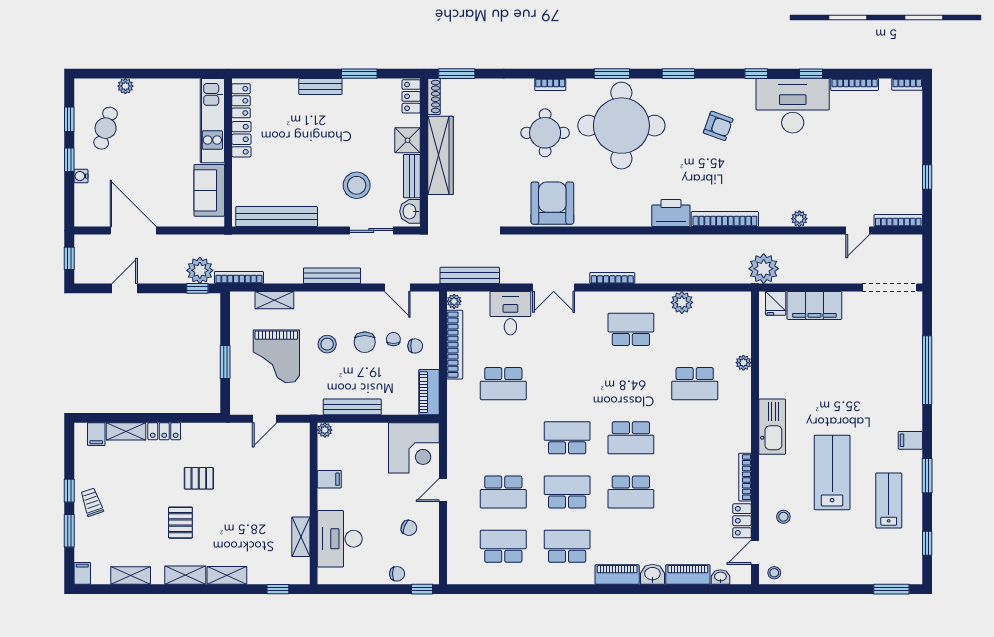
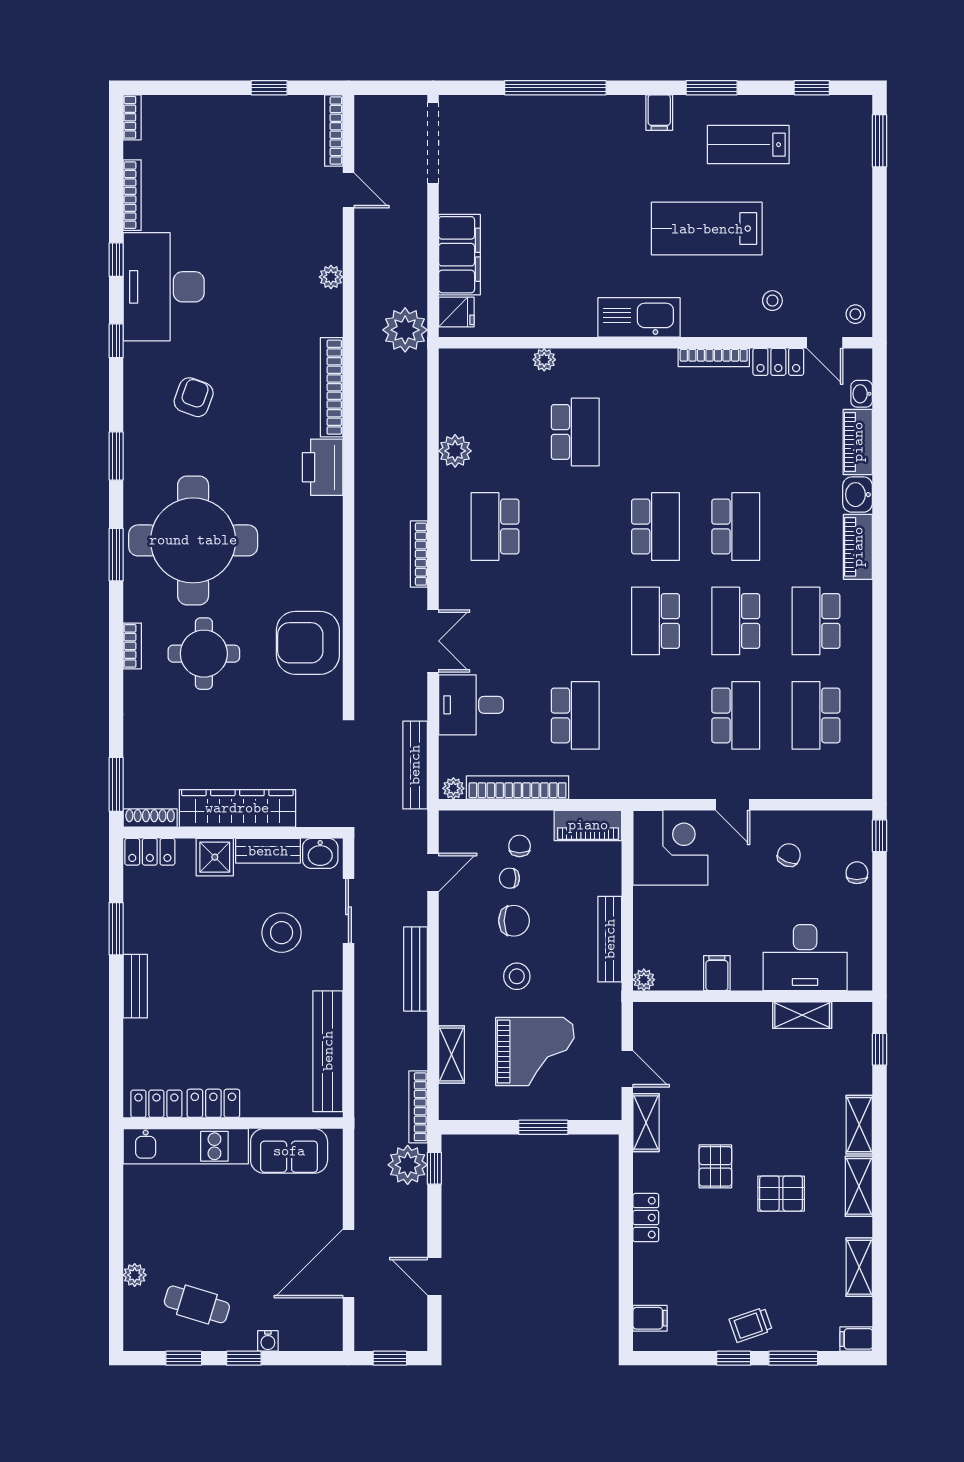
shelving: (126, 431) -> (646, 1123), moved

